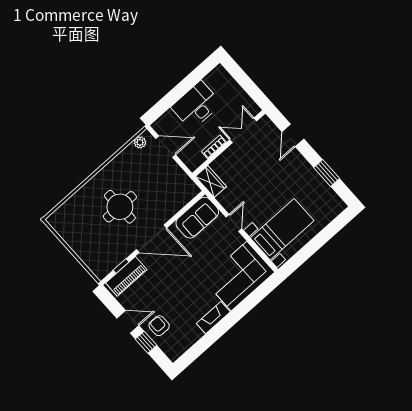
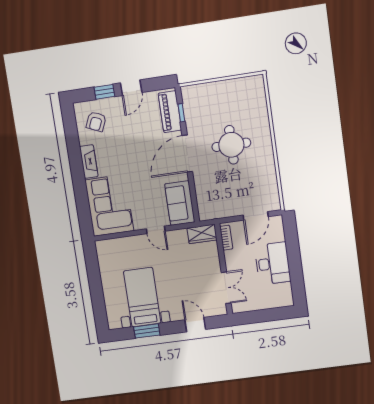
plant: (140, 142) -> (274, 197), removed
bookcase: (214, 147) -> (226, 238), moved
bed with nightstands: (282, 229) -> (142, 297), moved, turned 180
armchair: (159, 326) -> (96, 122), moved, turned 114

